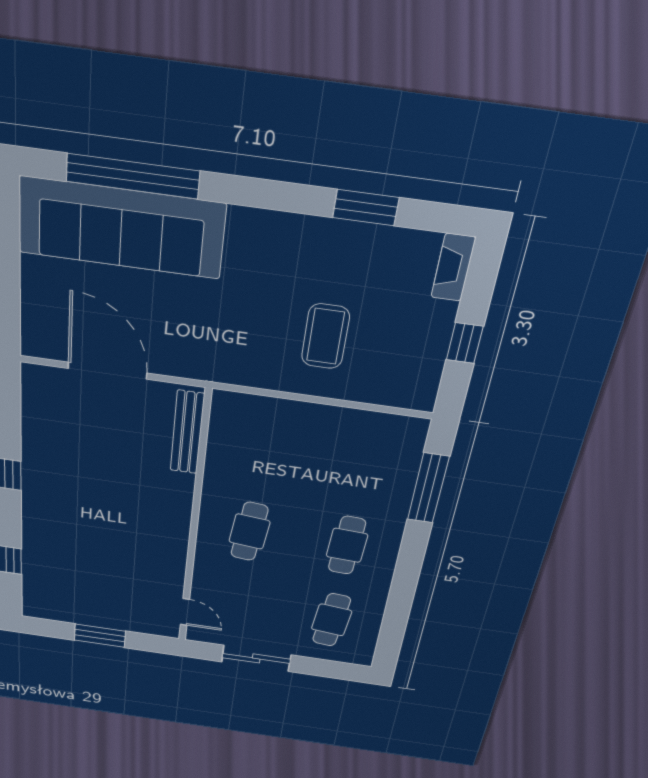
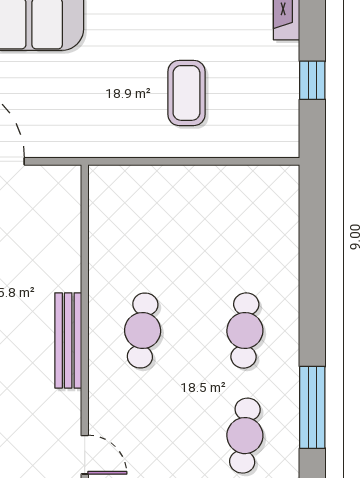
bench: (187, 432) -> (68, 340), moved
window: (428, 488) -> (312, 407), moved

